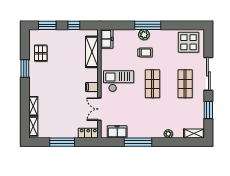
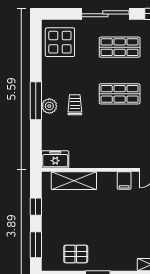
checkout: (119, 81) -> (116, 142), removed

